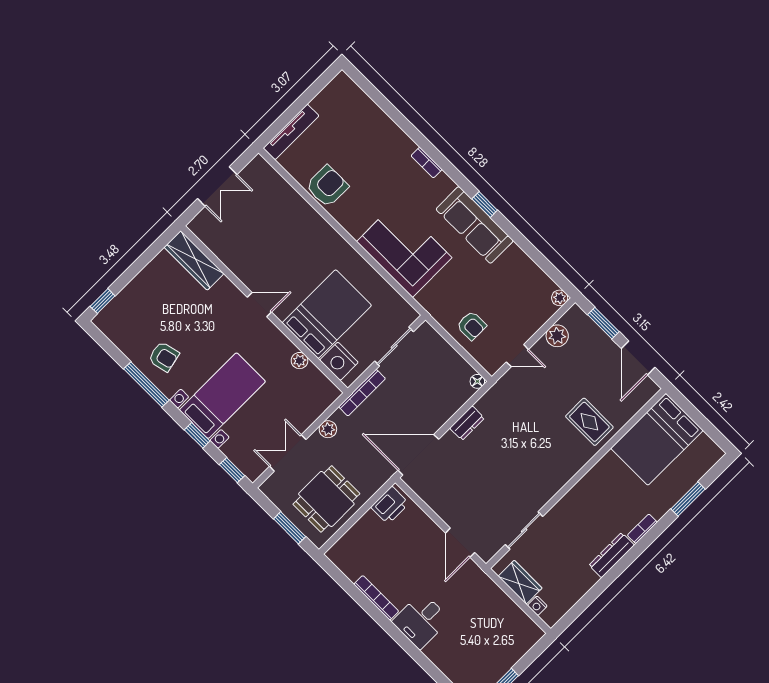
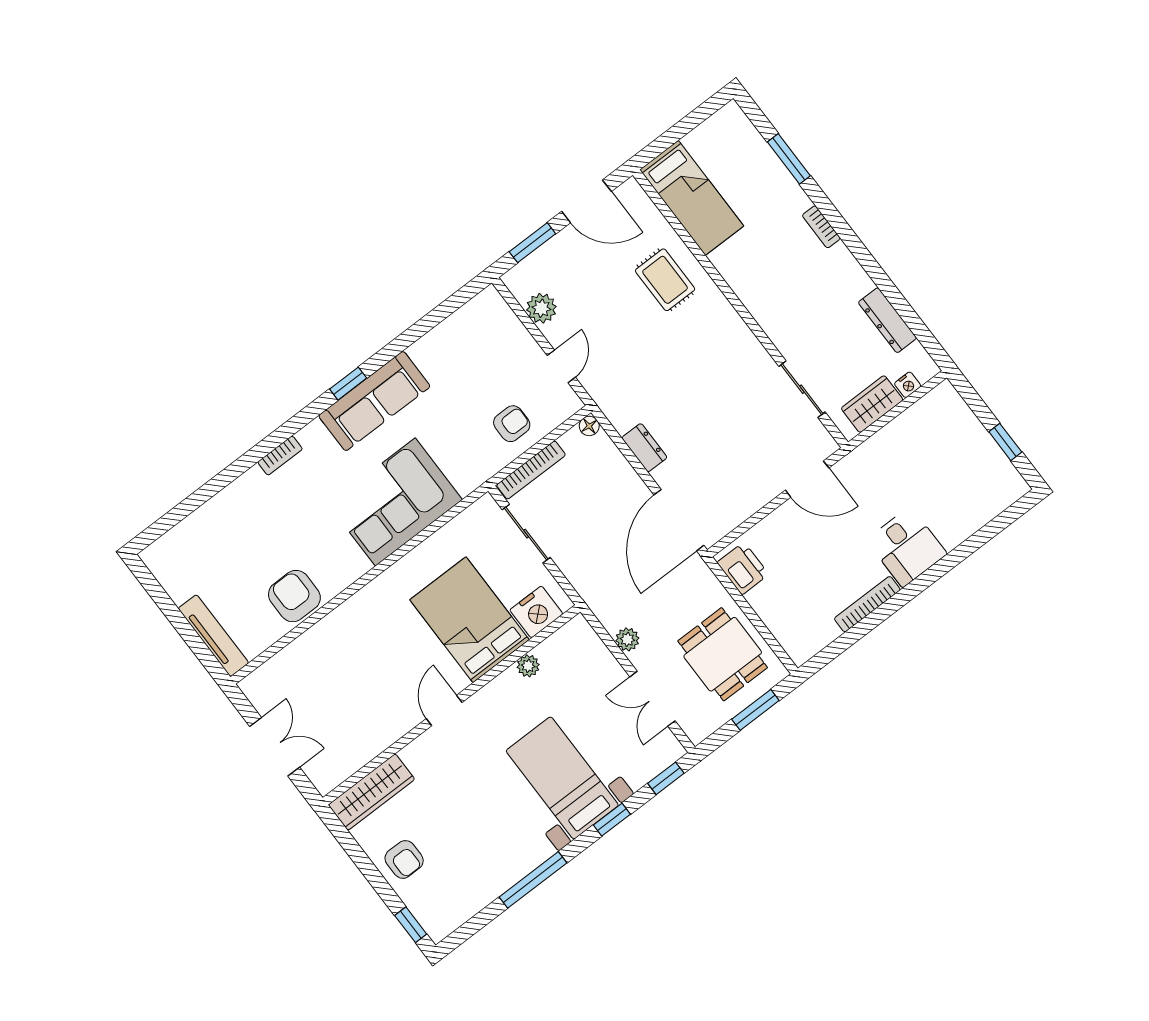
plant: (560, 298) -> (490, 298), removed
armchair: (164, 357) -> (404, 859), moved, turned 103
bookcase: (362, 393) -> (531, 470), moved, turned 90
rug: (589, 422) -> (665, 280), turned 90
bed: (657, 439) -> (692, 198), width x0.67
dresser: (612, 555) -> (887, 320), moved

